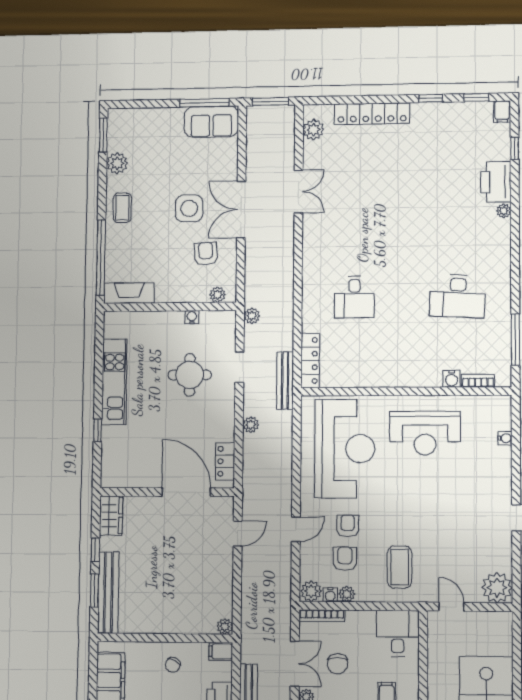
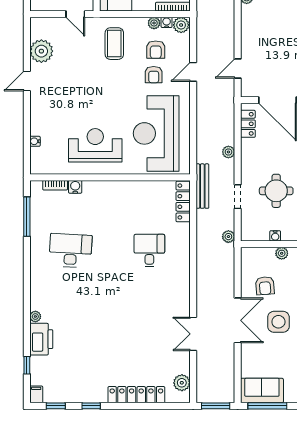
plant: (218, 295) -> (282, 253), moved
plant: (497, 588) -> (41, 51), moved

